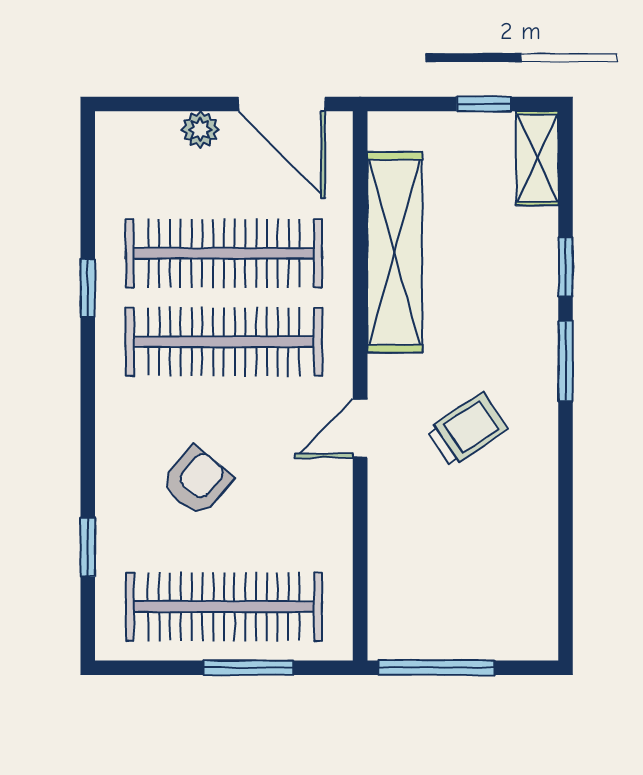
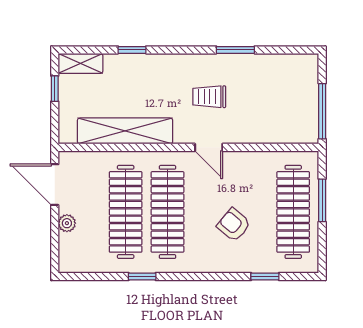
door: (282, 104) -> (55, 185), swing flipped
window: (566, 361) -> (235, 50), moved
trolley: (467, 430) -> (209, 97), turned -56

